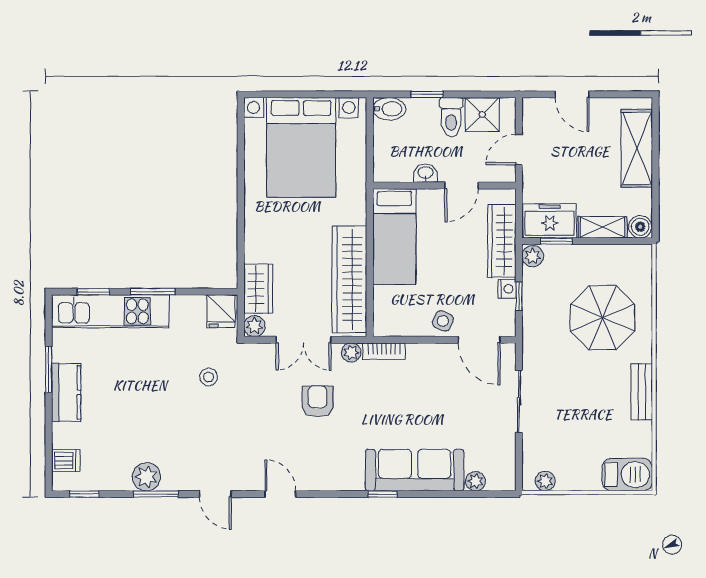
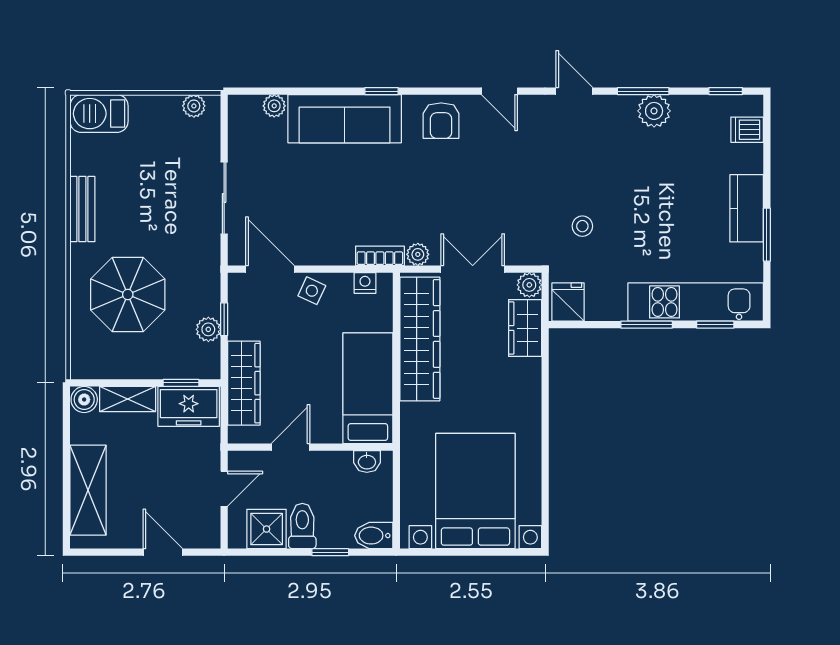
washbasin: (425, 173) -> (367, 461), moved
plant: (533, 256) -> (208, 329), moved
nightstand: (507, 289) -> (365, 283), moved, turned 90
armchair: (318, 401) -> (441, 121), moved

